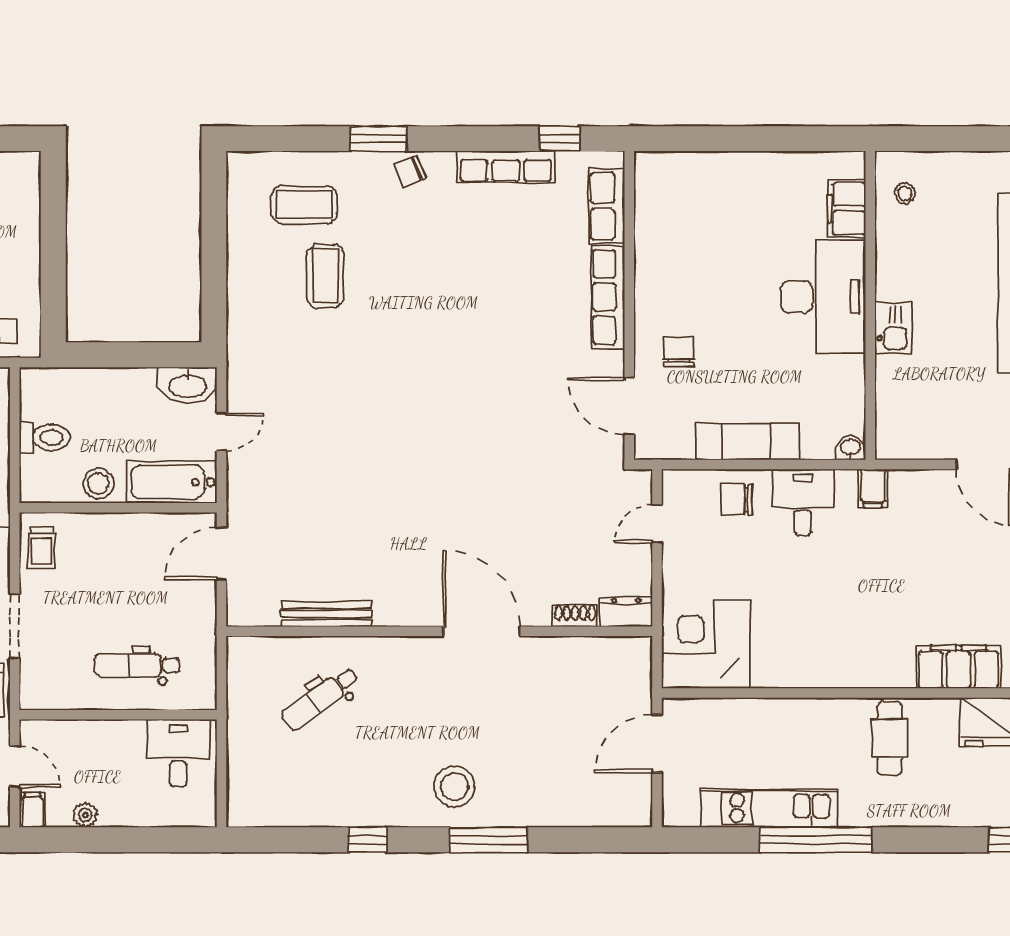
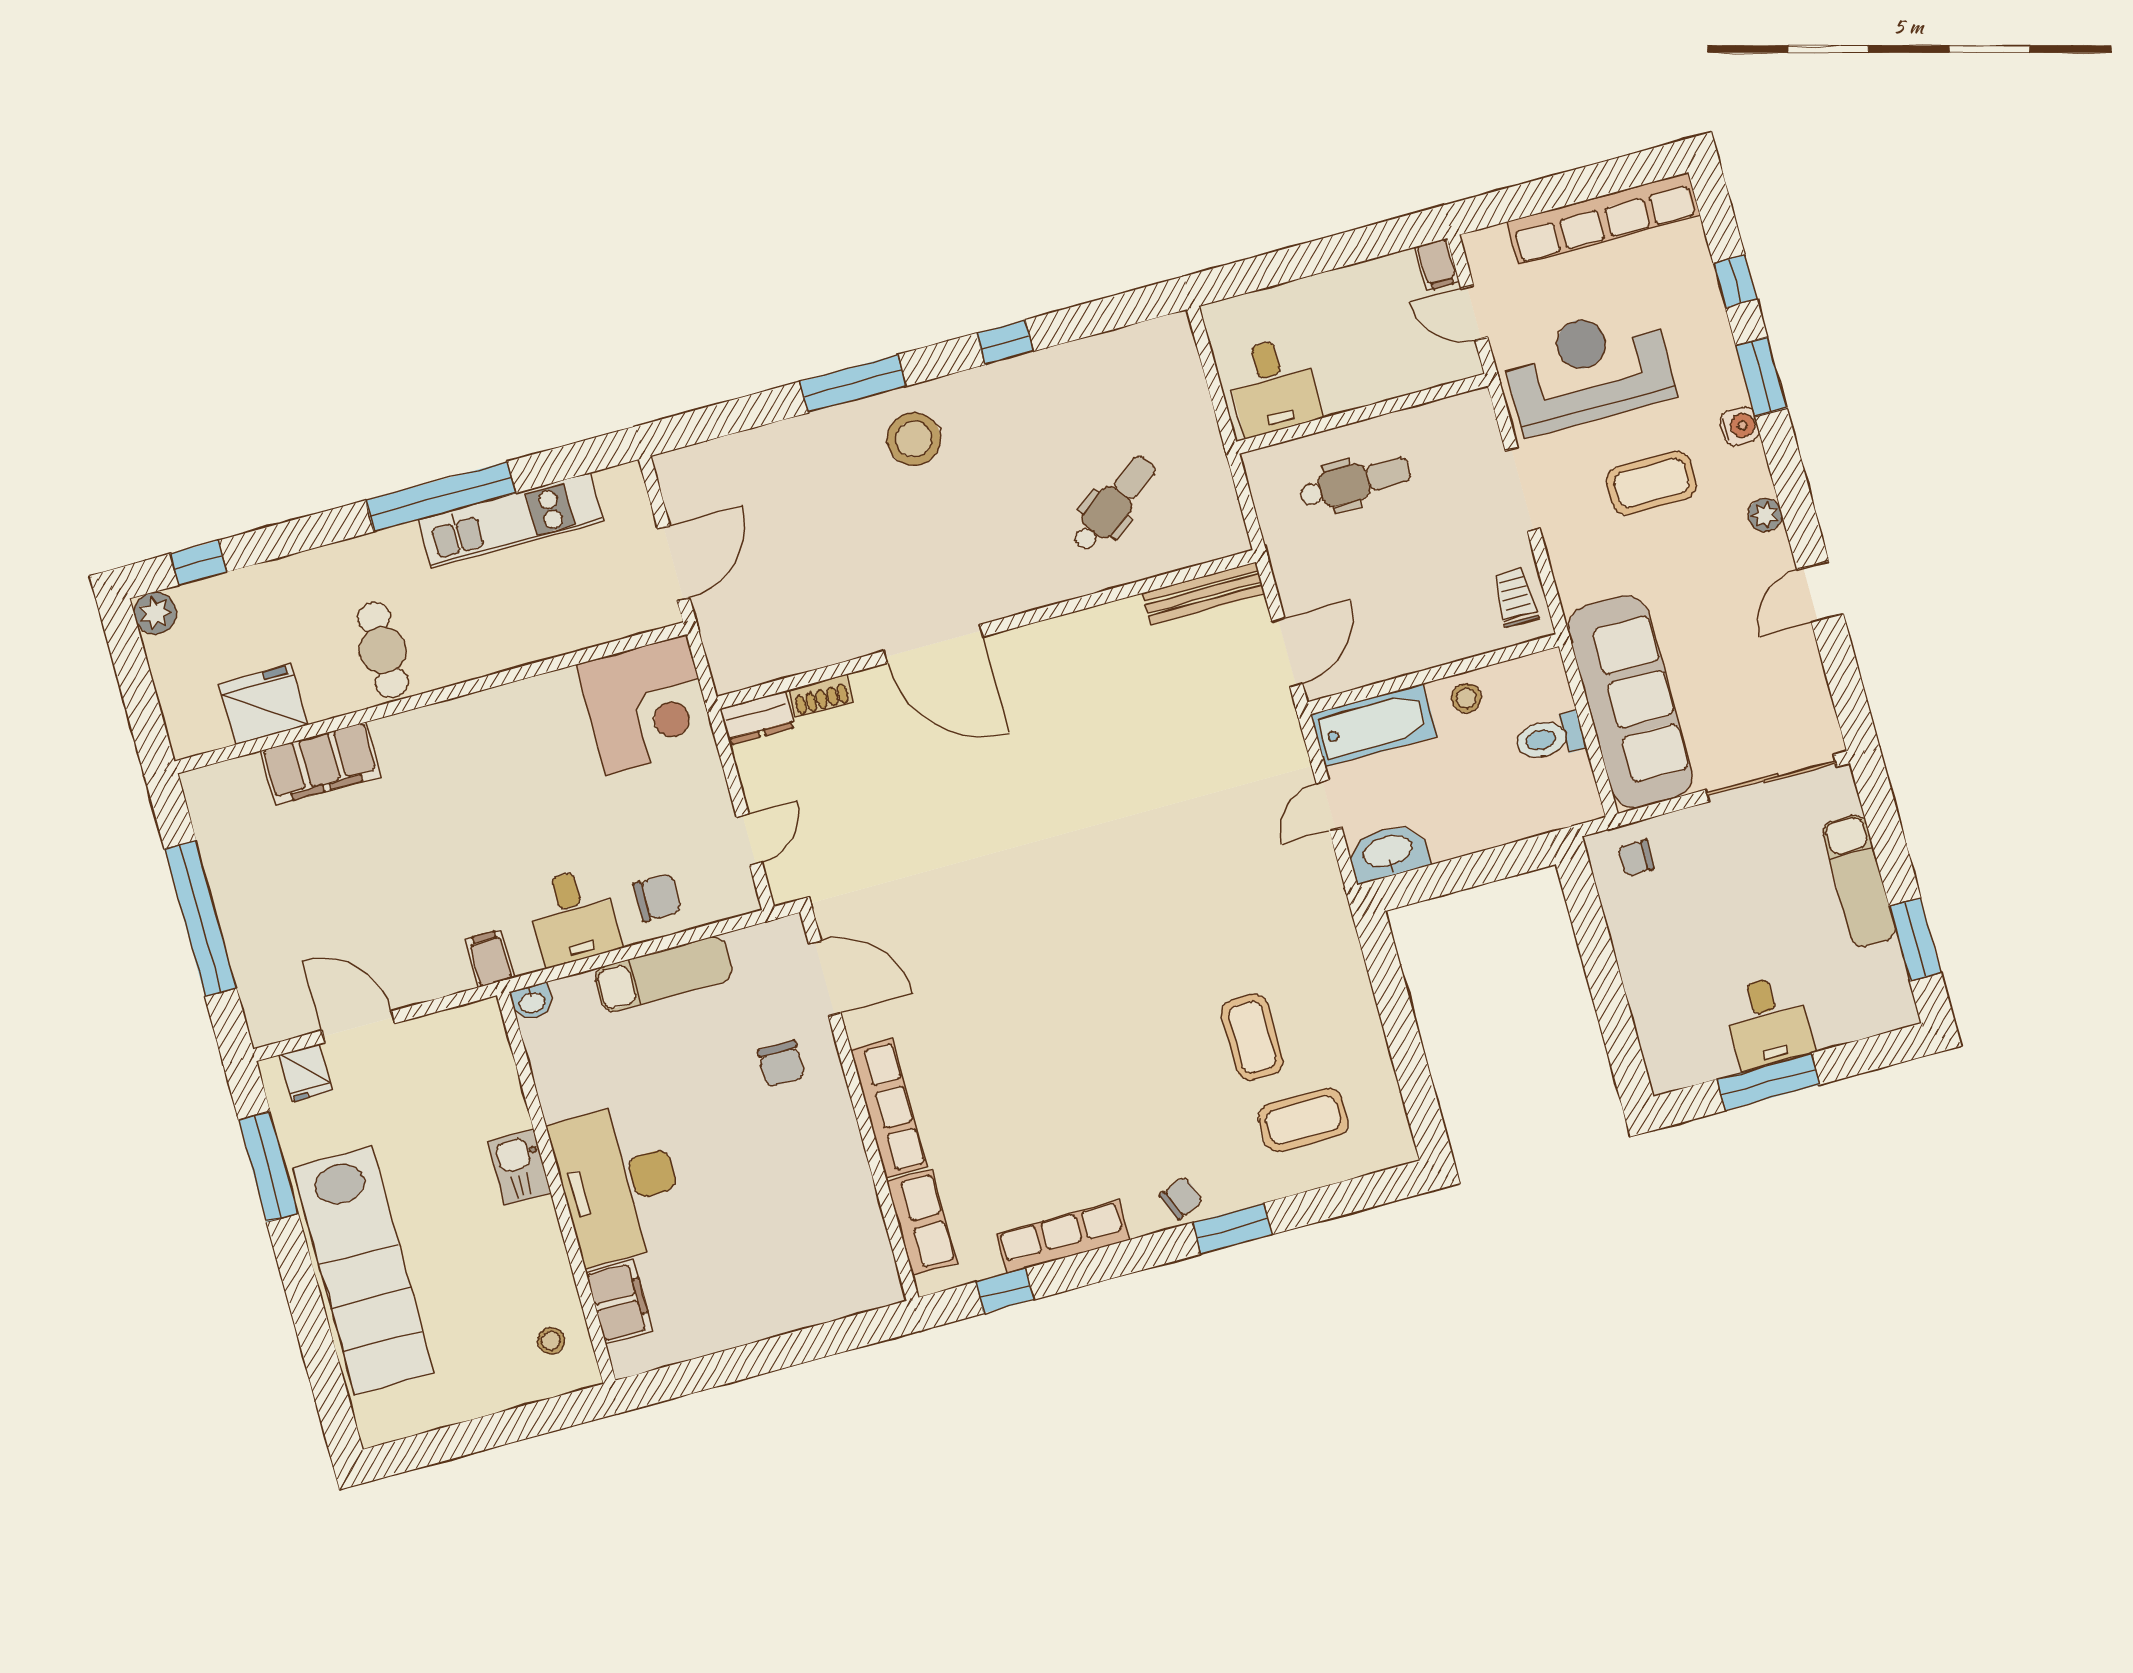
stool: (98, 483) -> (1466, 698), width x0.73, depth x0.73
bench: (326, 614) -> (1204, 593), moved
plant: (85, 815) -> (1369, 276), removed

